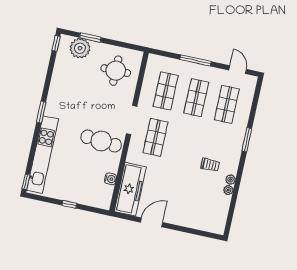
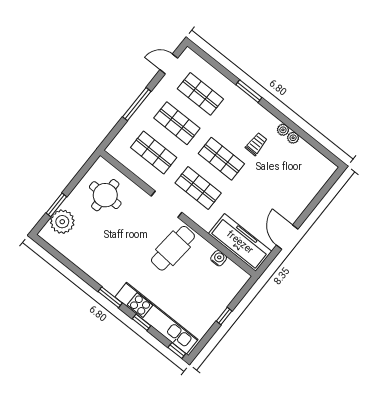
window: (56, 43) -> (141, 322), moved
shop shelf: (186, 144) -> (221, 159), added

